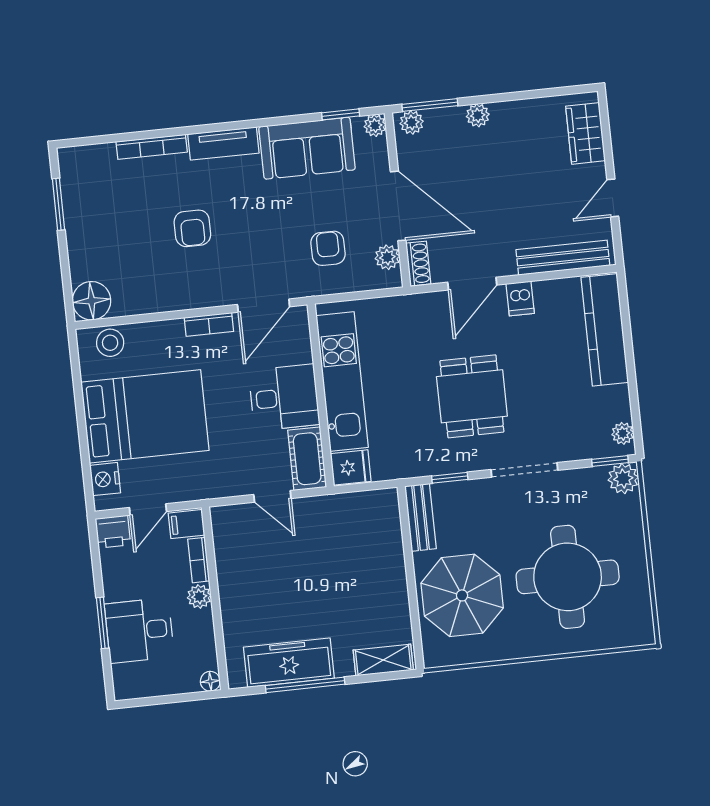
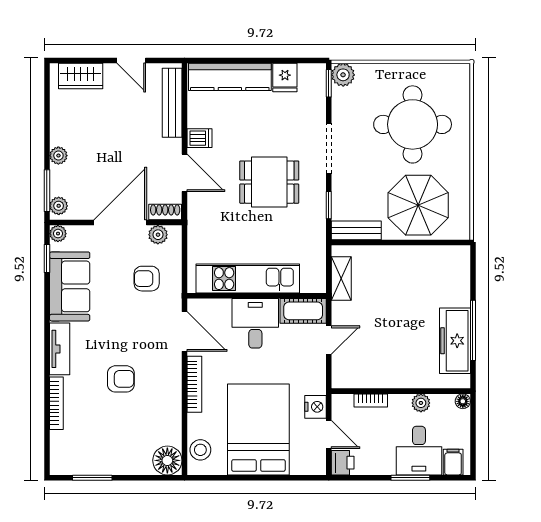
bookcase: (209, 324) -> (194, 384), width x1.56
plant: (623, 433) -> (309, 72), removed
fridge: (351, 467) -> (285, 77), moved, turned 180
nightstand: (105, 479) -> (315, 407), moved, turned -90
filing cabinet: (186, 524) -> (453, 462), moved, turned 180
plant: (199, 596) -> (421, 403), moved
shelving: (383, 660) -> (341, 278), moved

